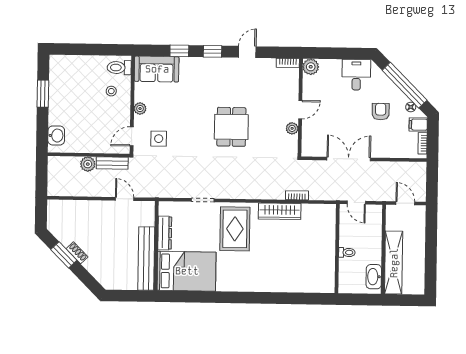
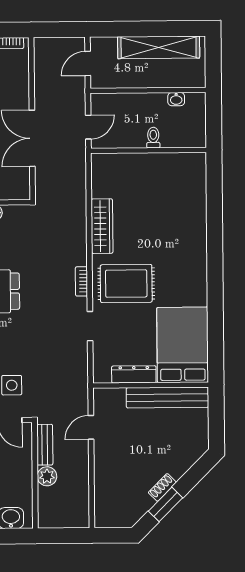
bookcase: (297, 195) -> (81, 281), moved
shelving: (394, 263) -> (159, 47), moved
washbasin: (374, 277) -> (176, 99), width x0.52, depth x0.69

